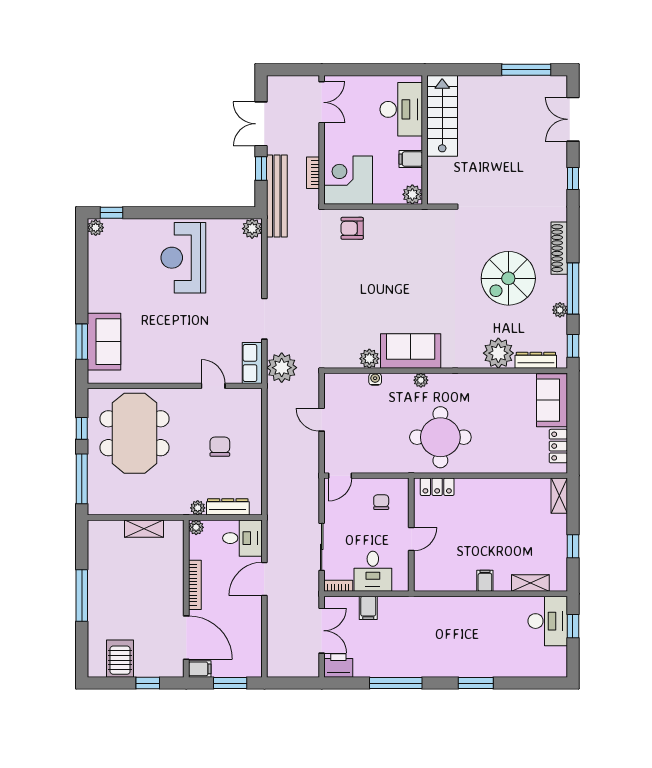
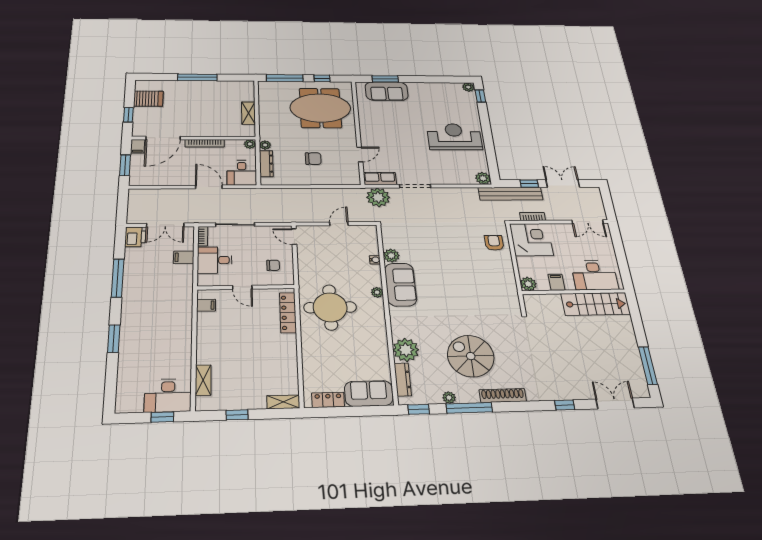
locker: (437, 487) -> (288, 313), width x1.53
filing cabinet: (485, 581) -> (206, 305), moved

